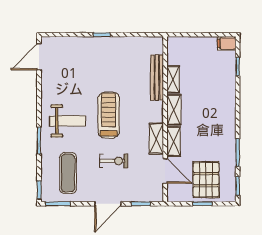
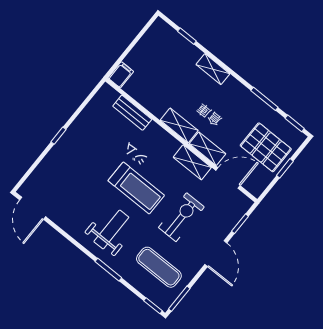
filing cabinet: (227, 43) -> (121, 75), moved, turned 180
bench: (157, 78) -> (132, 113), width x0.73
shelving: (173, 79) -> (213, 69), moved
treadmill: (109, 115) -> (136, 188), turned 180
exercise bike: (114, 161) -> (181, 217), width x1.38, depth x1.39

